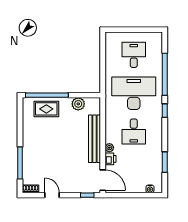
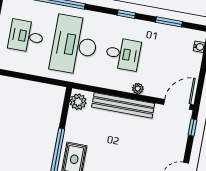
plant: (78, 104) -> (78, 102), moved
window: (165, 111) -> (126, 14), moved
printer: (110, 159) -> (152, 90), removed

